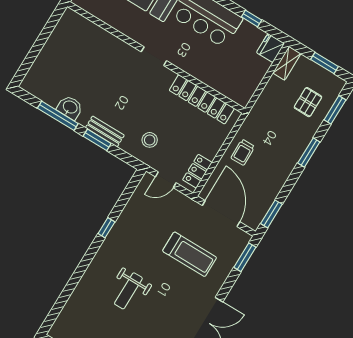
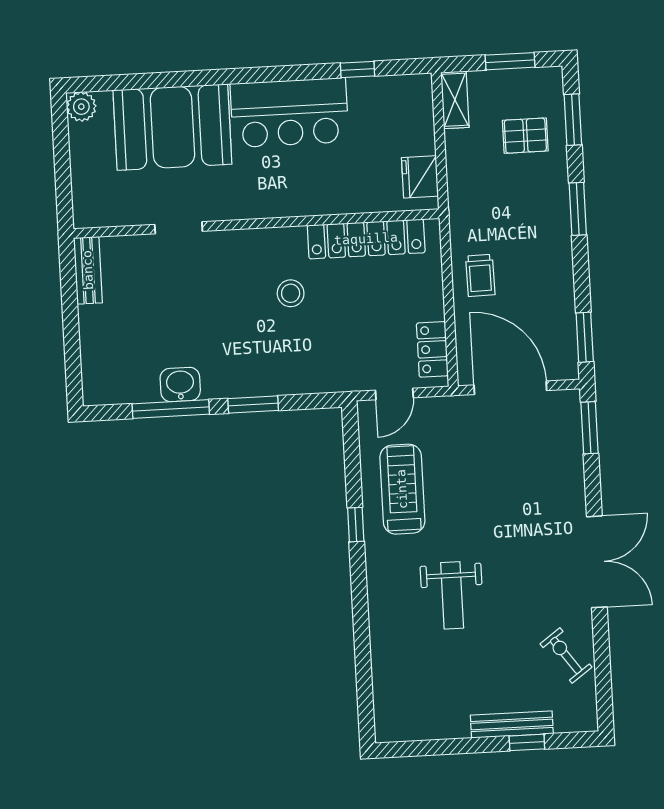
fridge: (271, 48) -> (420, 177), moved
doorway: (154, 56) -> (179, 228), moved
pallet: (308, 102) -> (525, 136), turned 90
bench: (105, 131) -> (88, 270), moved, turned 90
stool: (150, 140) -> (291, 293), moved
treadmill: (190, 254) -> (402, 489), moved, turned -90

